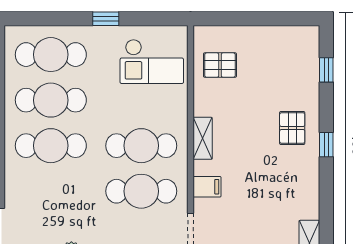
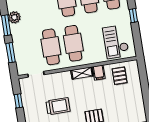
filing cabinet: (207, 187) -> (99, 73), moved
trolley: (260, 196) -> (58, 106), added

